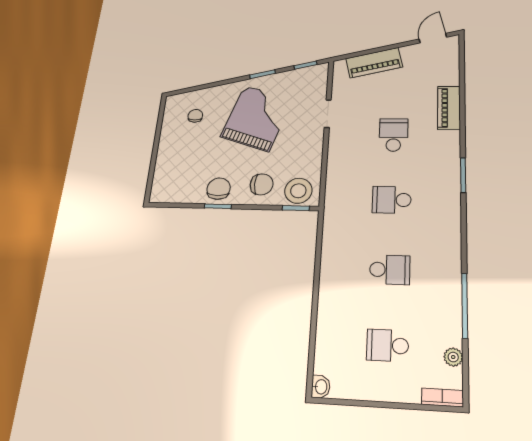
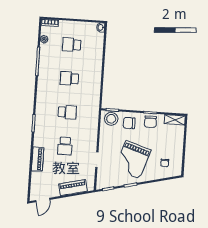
shelving: (170, 194) -> (175, 120), added
school desk: (388, 345) -> (72, 45), turned 180

